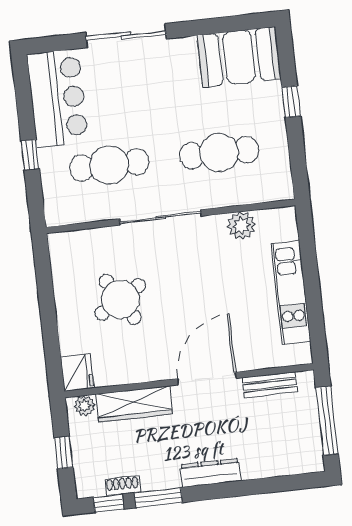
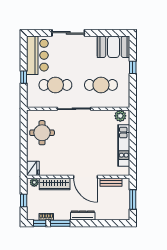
plant: (241, 226) -> (120, 116), moved
round table: (120, 299) -> (42, 133), moved, turned 31
door: (207, 378) -> (86, 177), swing flipped
window: (327, 421) -> (133, 200), width x0.69

